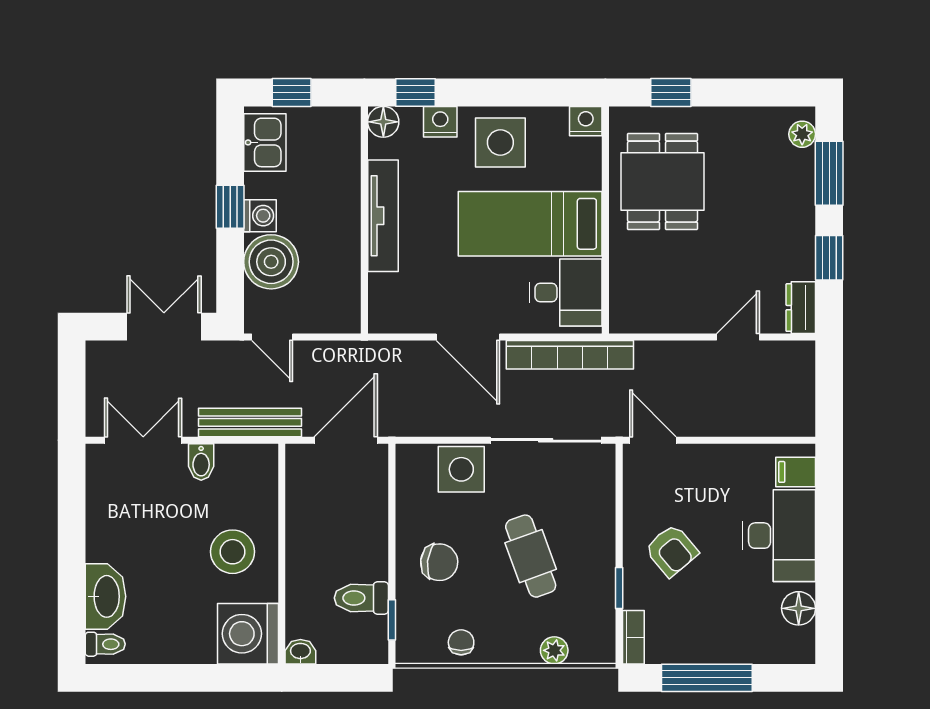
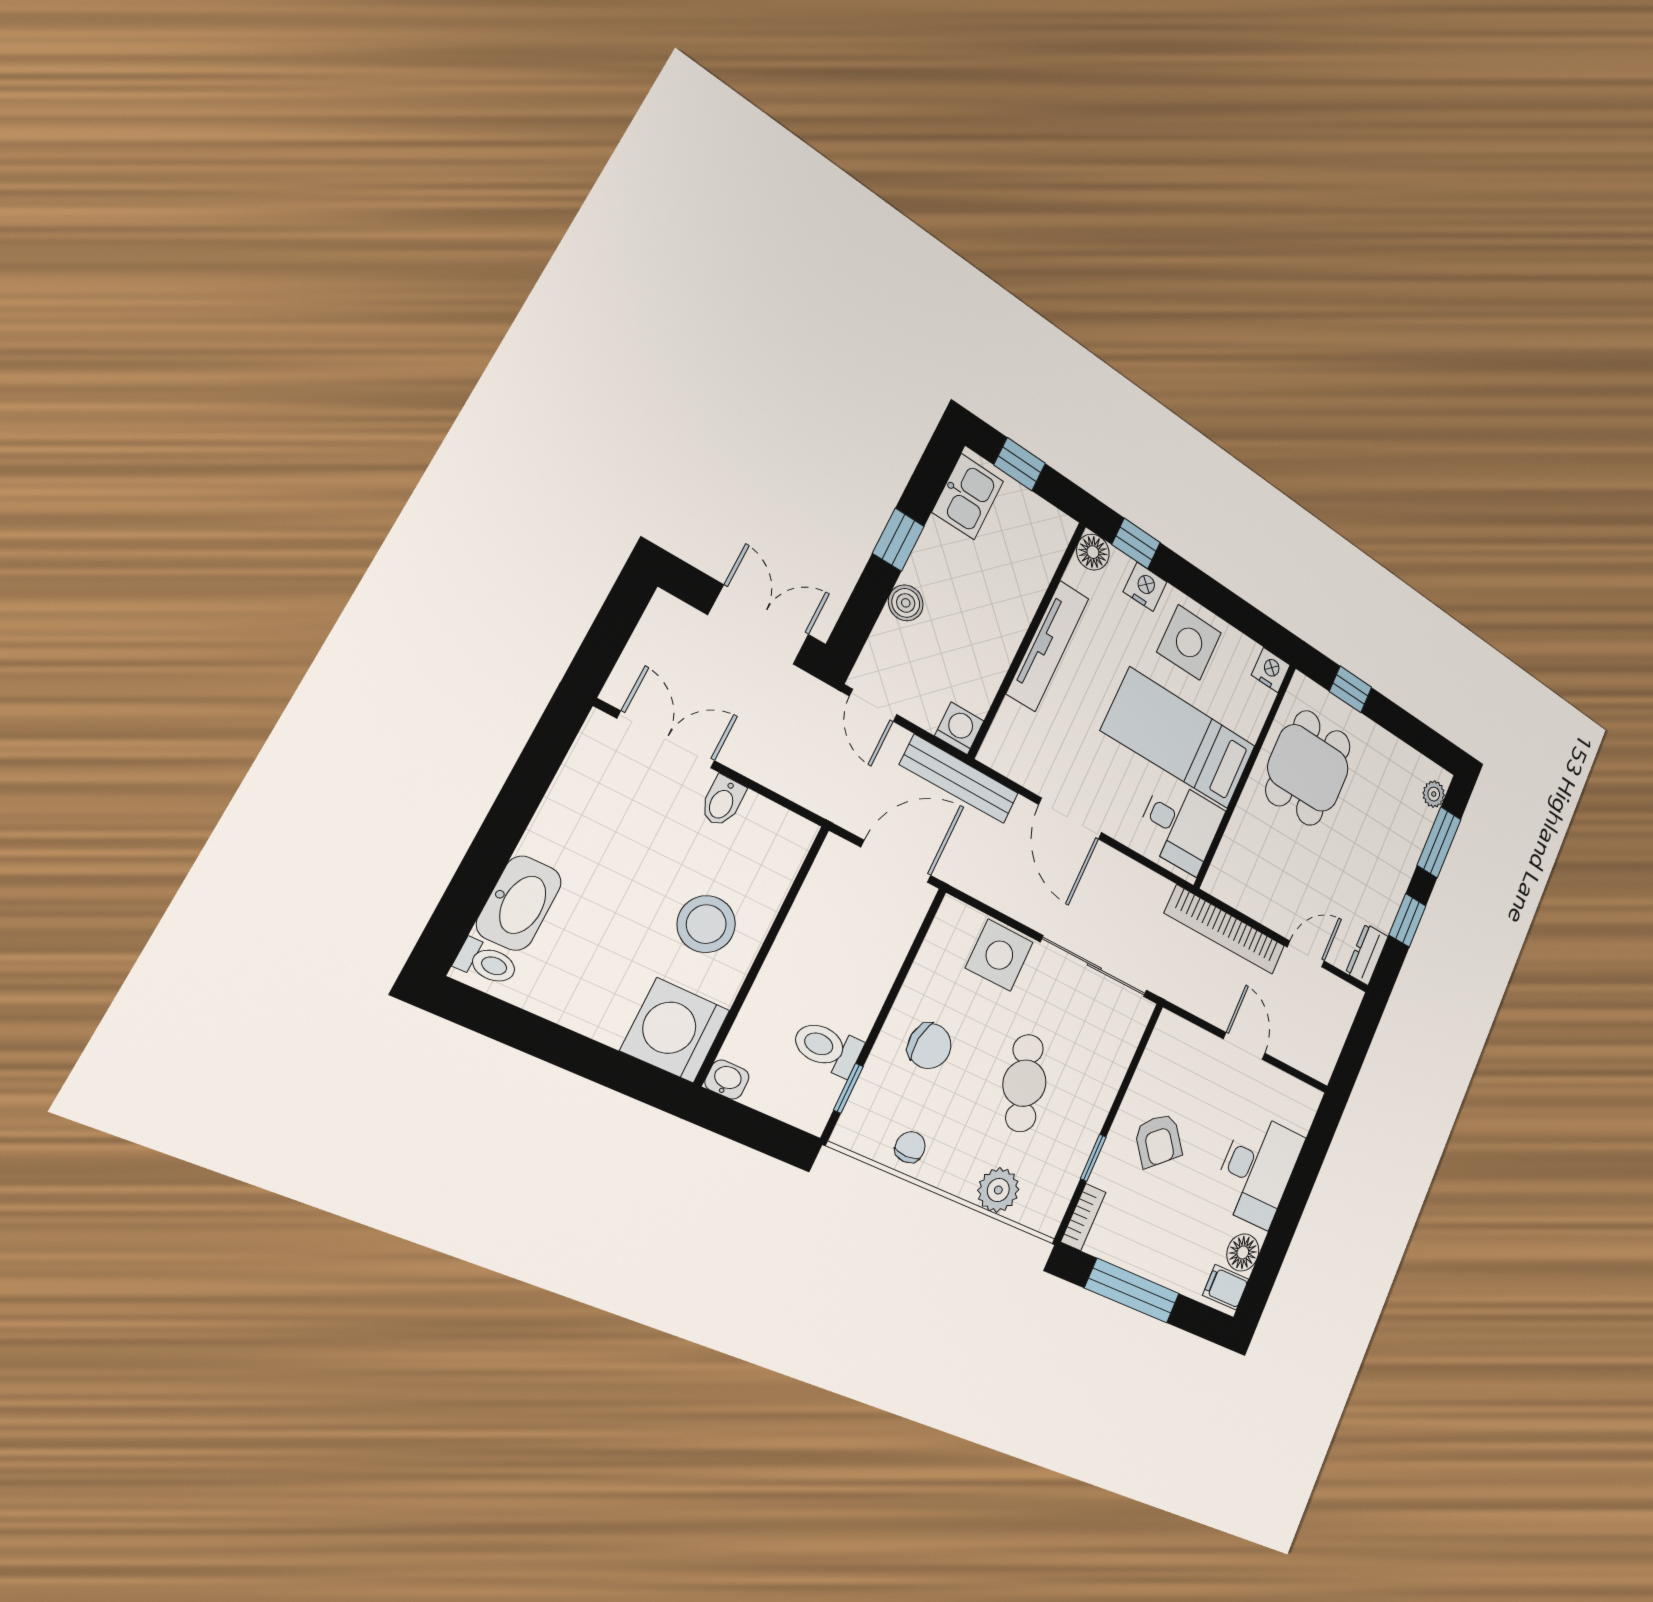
washing machine: (260, 216) -> (959, 728), moved, turned -90
boiler: (271, 262) -> (906, 603), width x0.54, depth x0.54
bookcase: (570, 355) -> (1225, 930), moved
bench: (250, 422) -> (959, 779), moved
door: (653, 440) -> (1244, 1046), moved
filing cabinet: (796, 472) -> (1226, 1287), moved
plant: (554, 650) -> (998, 1190), width x1.38, depth x1.38

